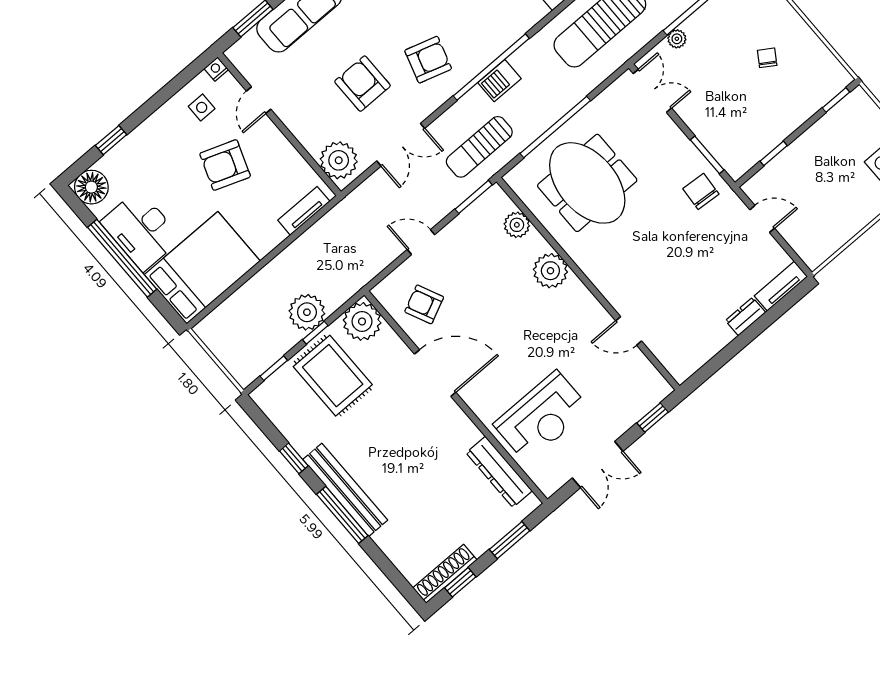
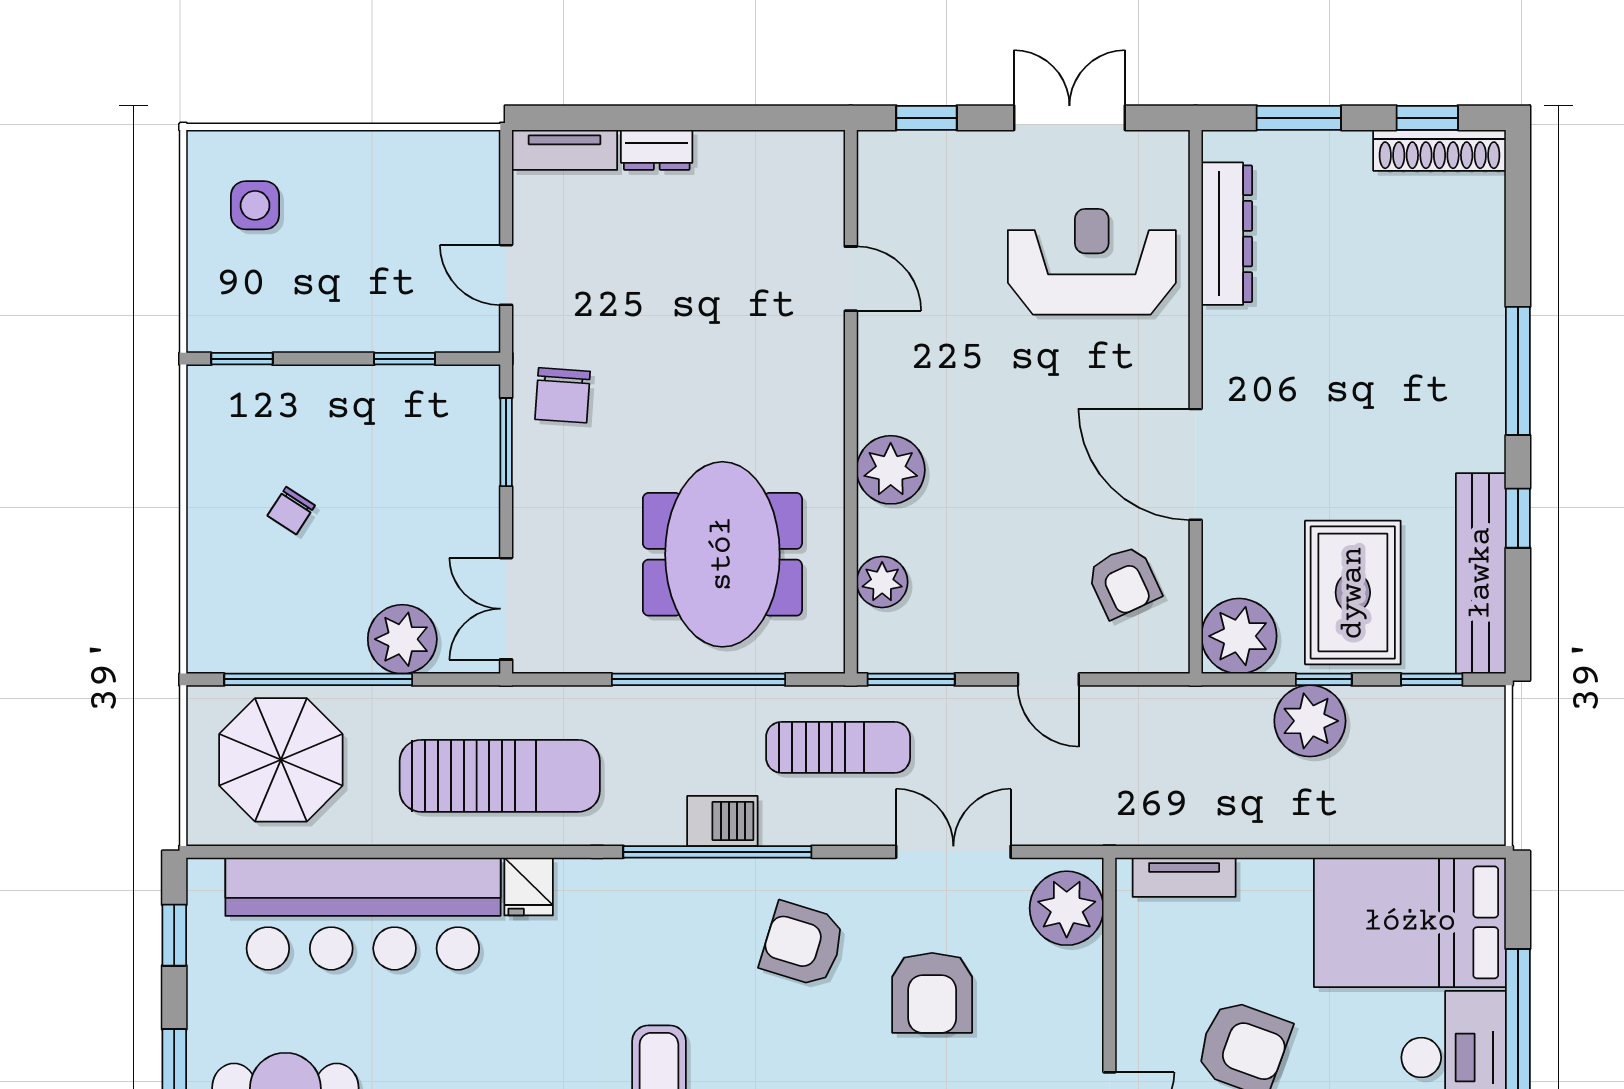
plant: (677, 39) -> (402, 639), width x1.88, depth x1.88
bench: (345, 490) -> (1481, 573), moved

